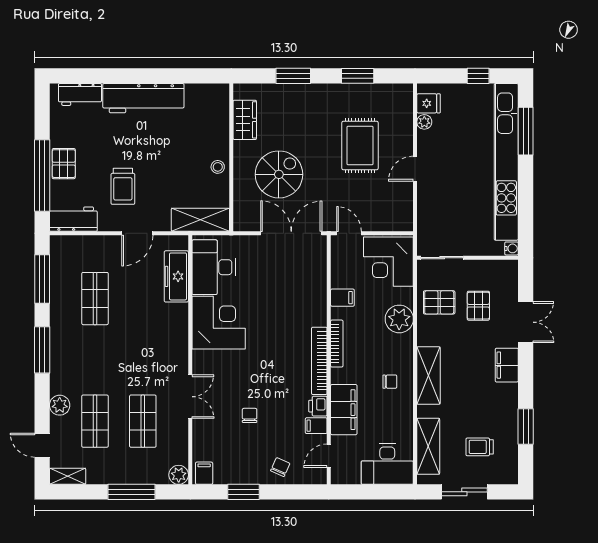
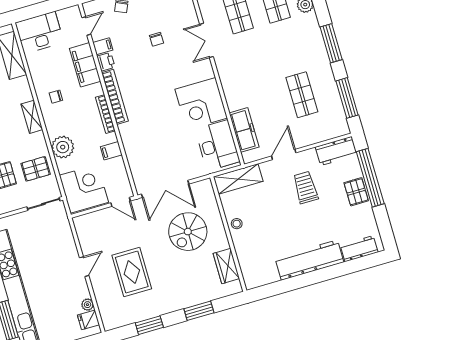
shelving: (428, 375) -> (32, 117), width x0.67, depth x0.75

